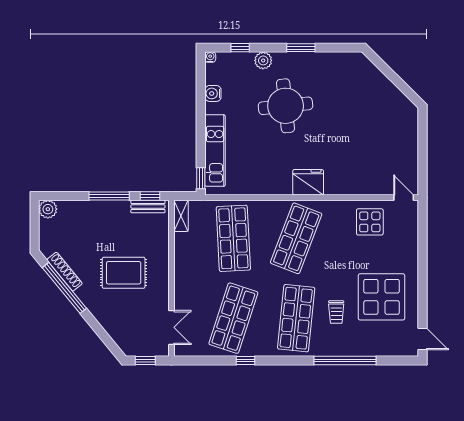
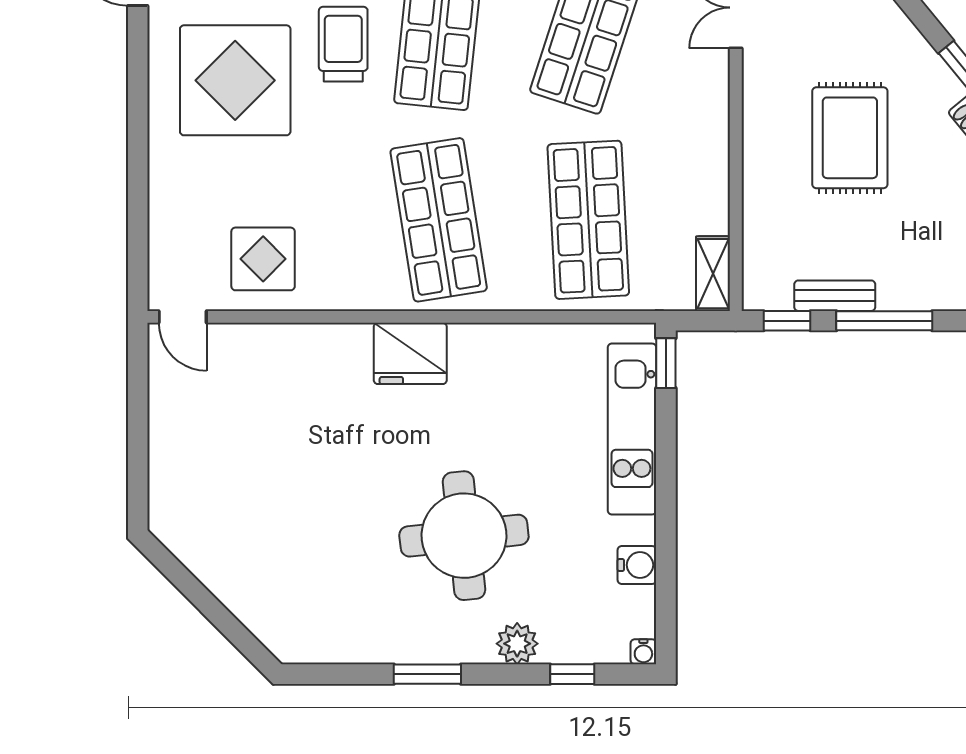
bench: (148, 206) -> (835, 296), moved
shop shelf: (296, 238) -> (439, 220), turned -30
rug: (124, 273) -> (850, 138), turned 90
trolley: (336, 312) -> (343, 44), width x1.36, depth x1.39

